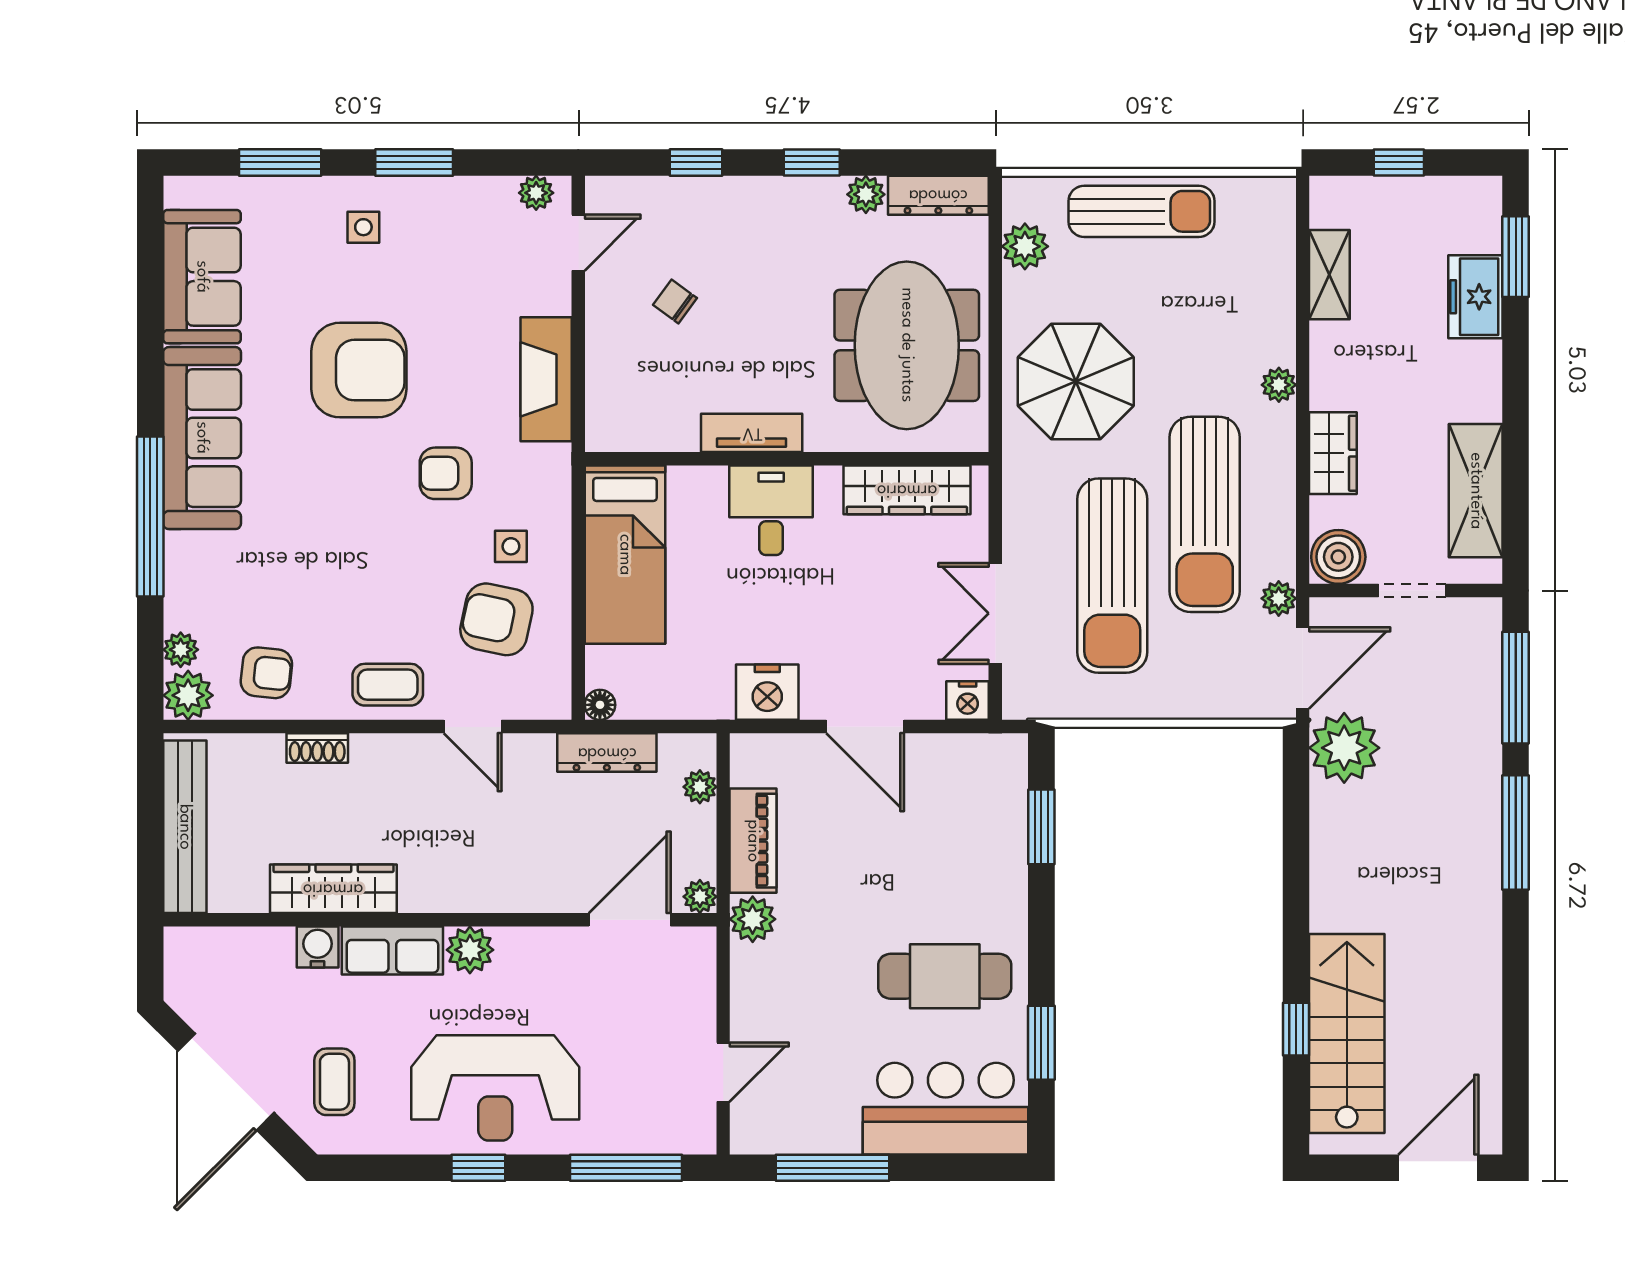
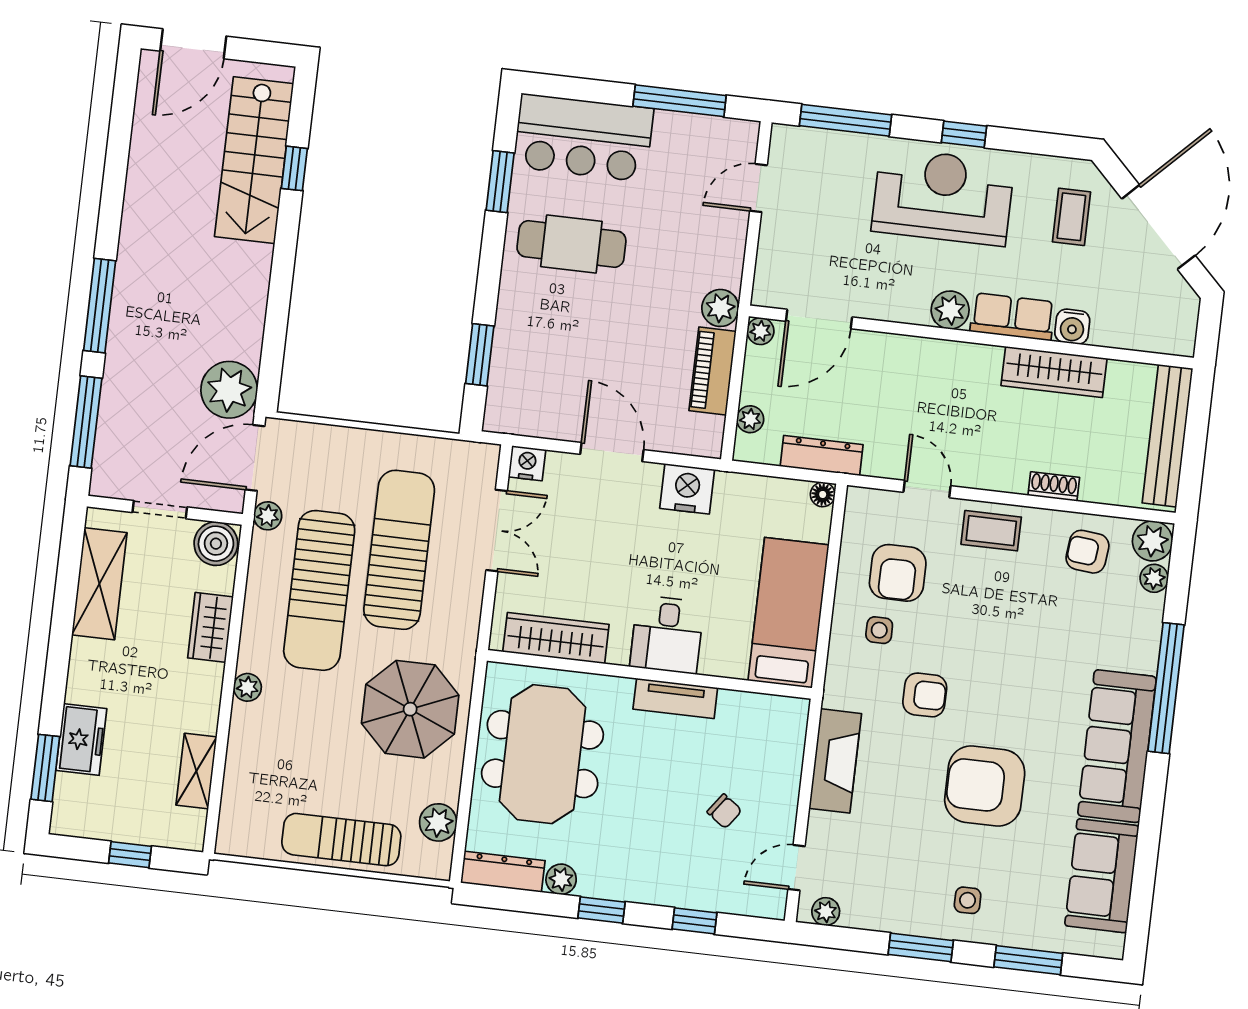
sun lounger: (1205, 514) -> (319, 590), turned 180
armchair: (496, 619) -> (898, 573), turned 78

